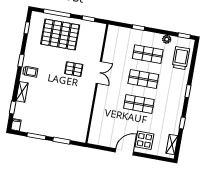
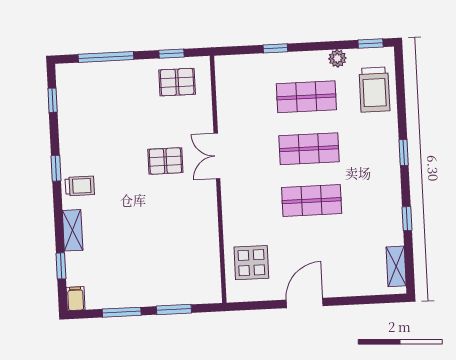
pallet: (60, 35) -> (177, 82), moved, width x0.49, depth x0.50
trolley: (181, 58) -> (374, 90), turned 180
double door: (99, 72) -> (217, 156), swing flipped
display table: (144, 140) -> (251, 263), moved

